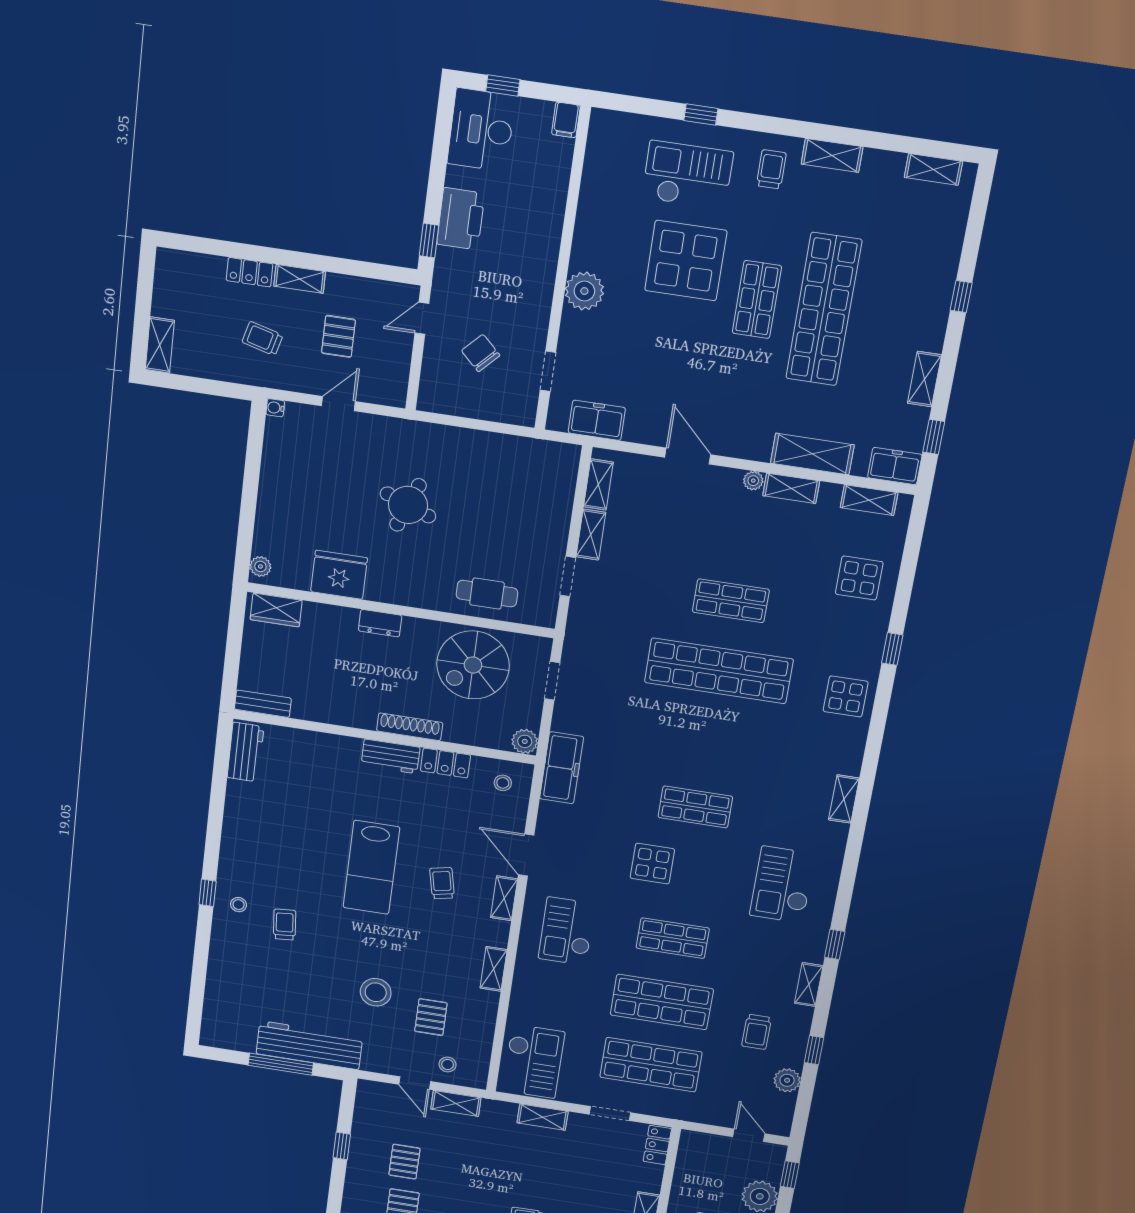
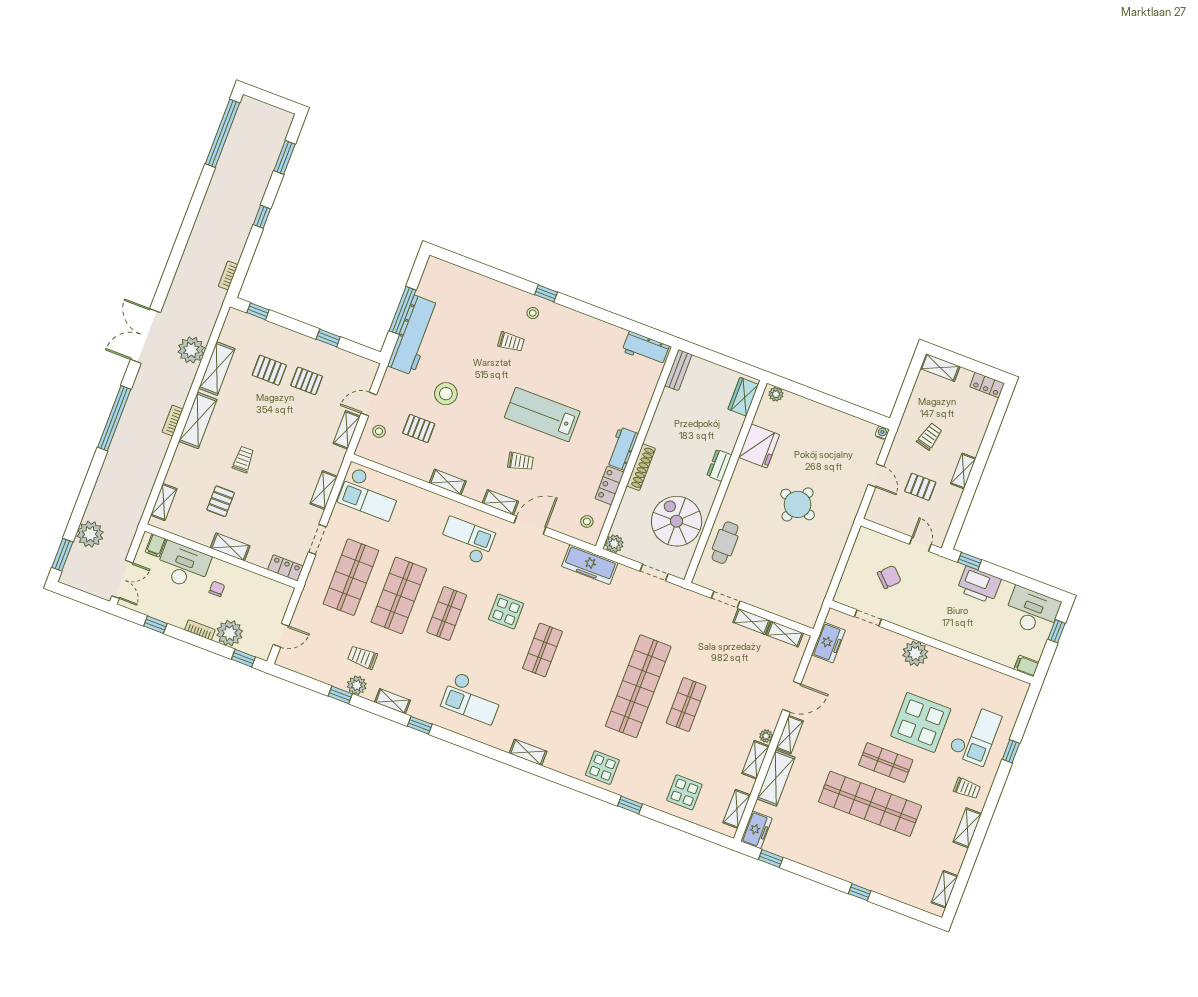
locker: (249, 272) -> (987, 385), moved, turned -90
shelving: (924, 379) -> (790, 735), moved, turned 90
checkout: (783, 885) -> (472, 698), turned 180
plant: (787, 1080) -> (357, 685), moved

